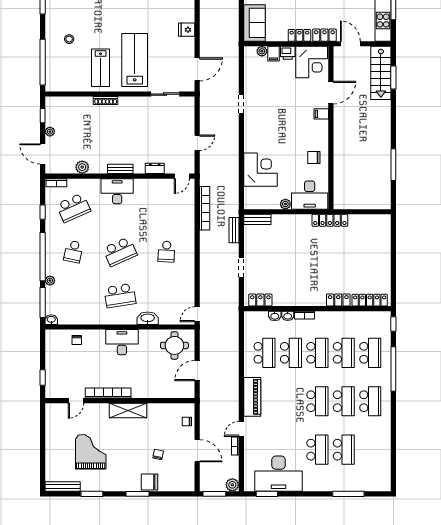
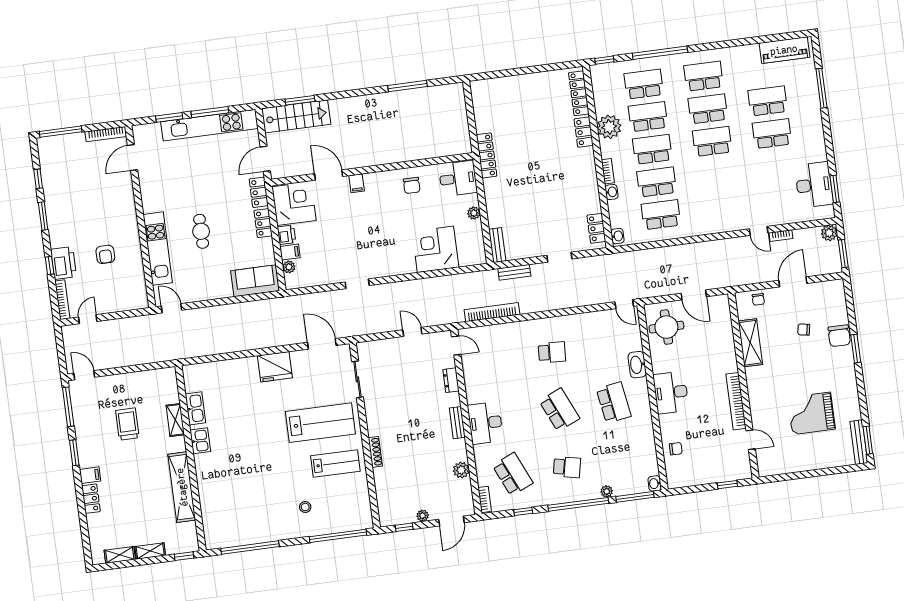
fridge: (187, 30) -> (275, 367), width x1.88, depth x1.34
lab bench: (135, 60) -> (320, 423), turned 180
desk: (310, 195) -> (458, 179), width x0.73
washbasin: (275, 316) -> (617, 236), moved
plant: (340, 321) -> (609, 127), added
piano: (252, 397) -> (784, 50), moved, turned 180
shelving: (128, 411) -> (750, 343), moved
desk: (279, 474) -> (814, 185), width x0.73, depth x0.77
window: (92, 494) -> (868, 440), moved

